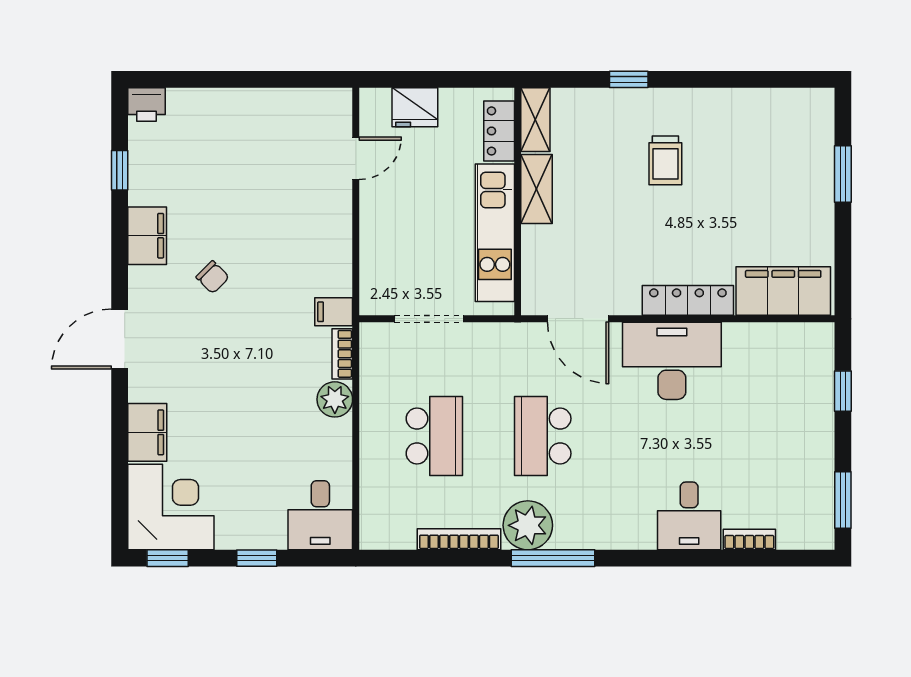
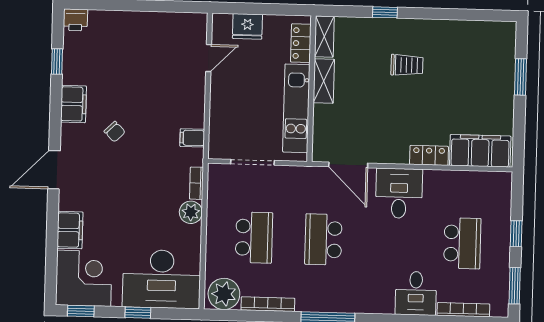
trolley: (665, 160) -> (407, 65), turned -90
locker: (688, 300) -> (429, 155), width x0.66
filing cabinet: (334, 312) -> (192, 138), moved
desk: (672, 361) -> (399, 193), width x0.73
window: (843, 391) -> (516, 234), moved
school desk: (759, 436) -> (462, 243), added
desk: (320, 515) -> (162, 279), width x1.87, depth x1.30
plant: (528, 525) -> (224, 294), moved
bookcase: (749, 540) -> (463, 310), width x1.56

